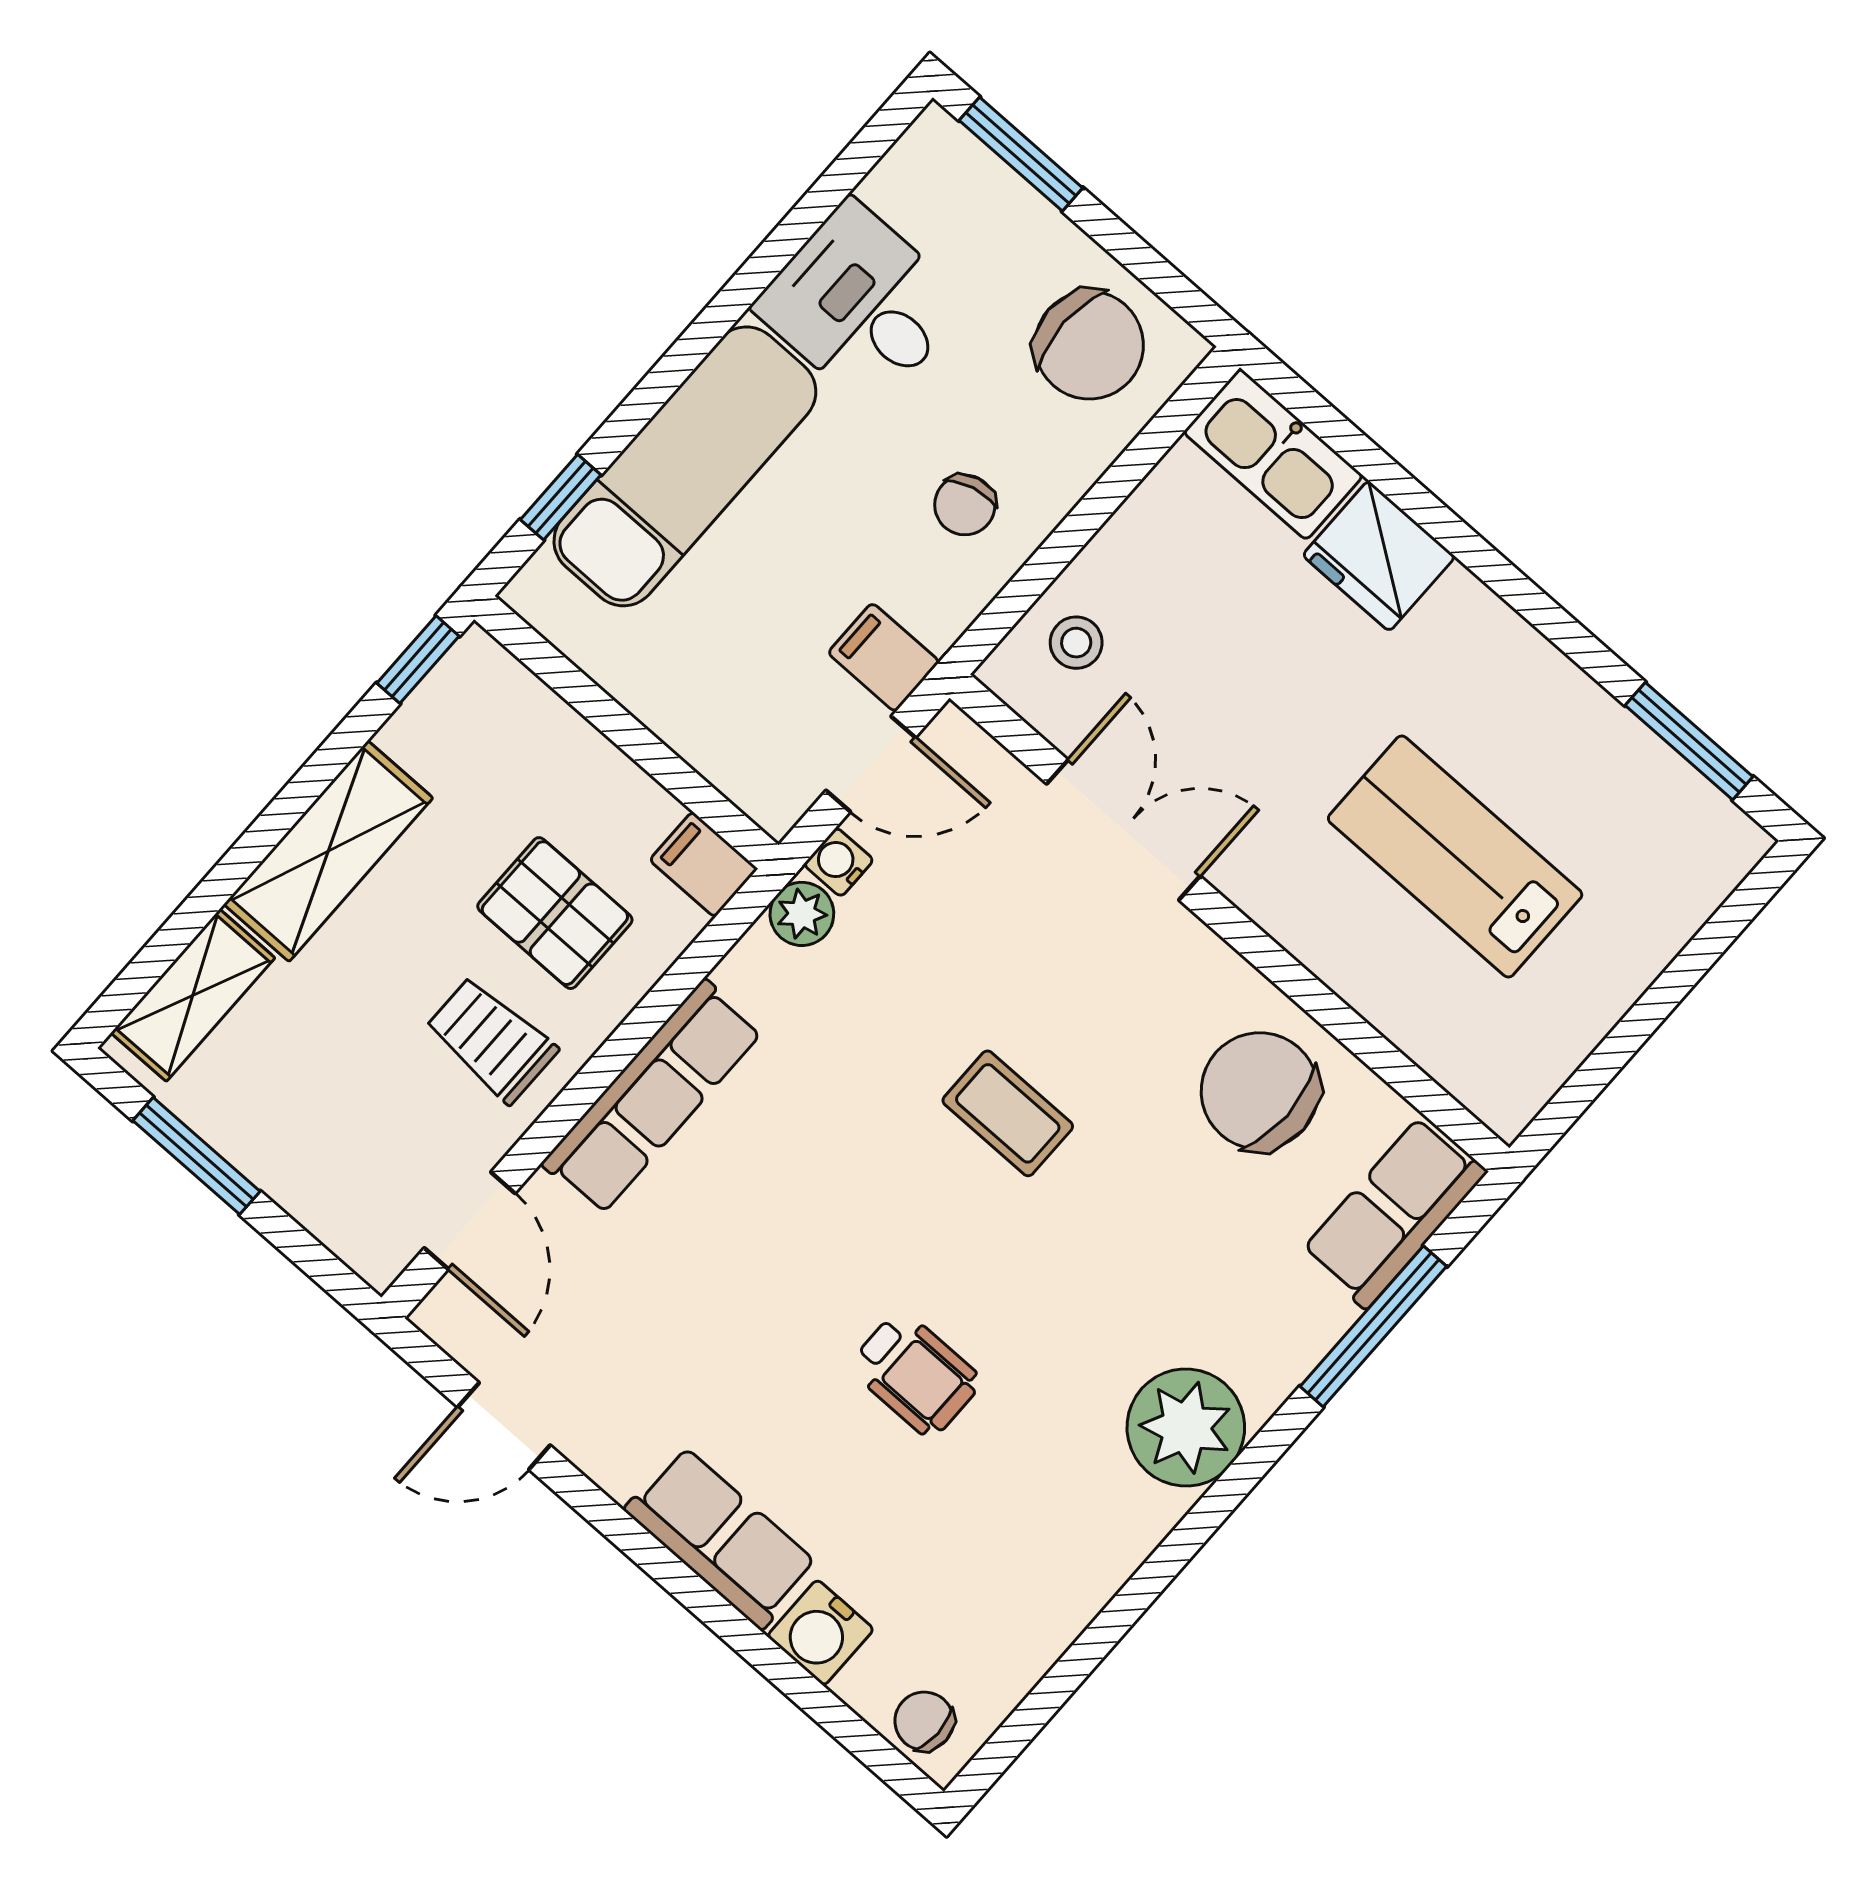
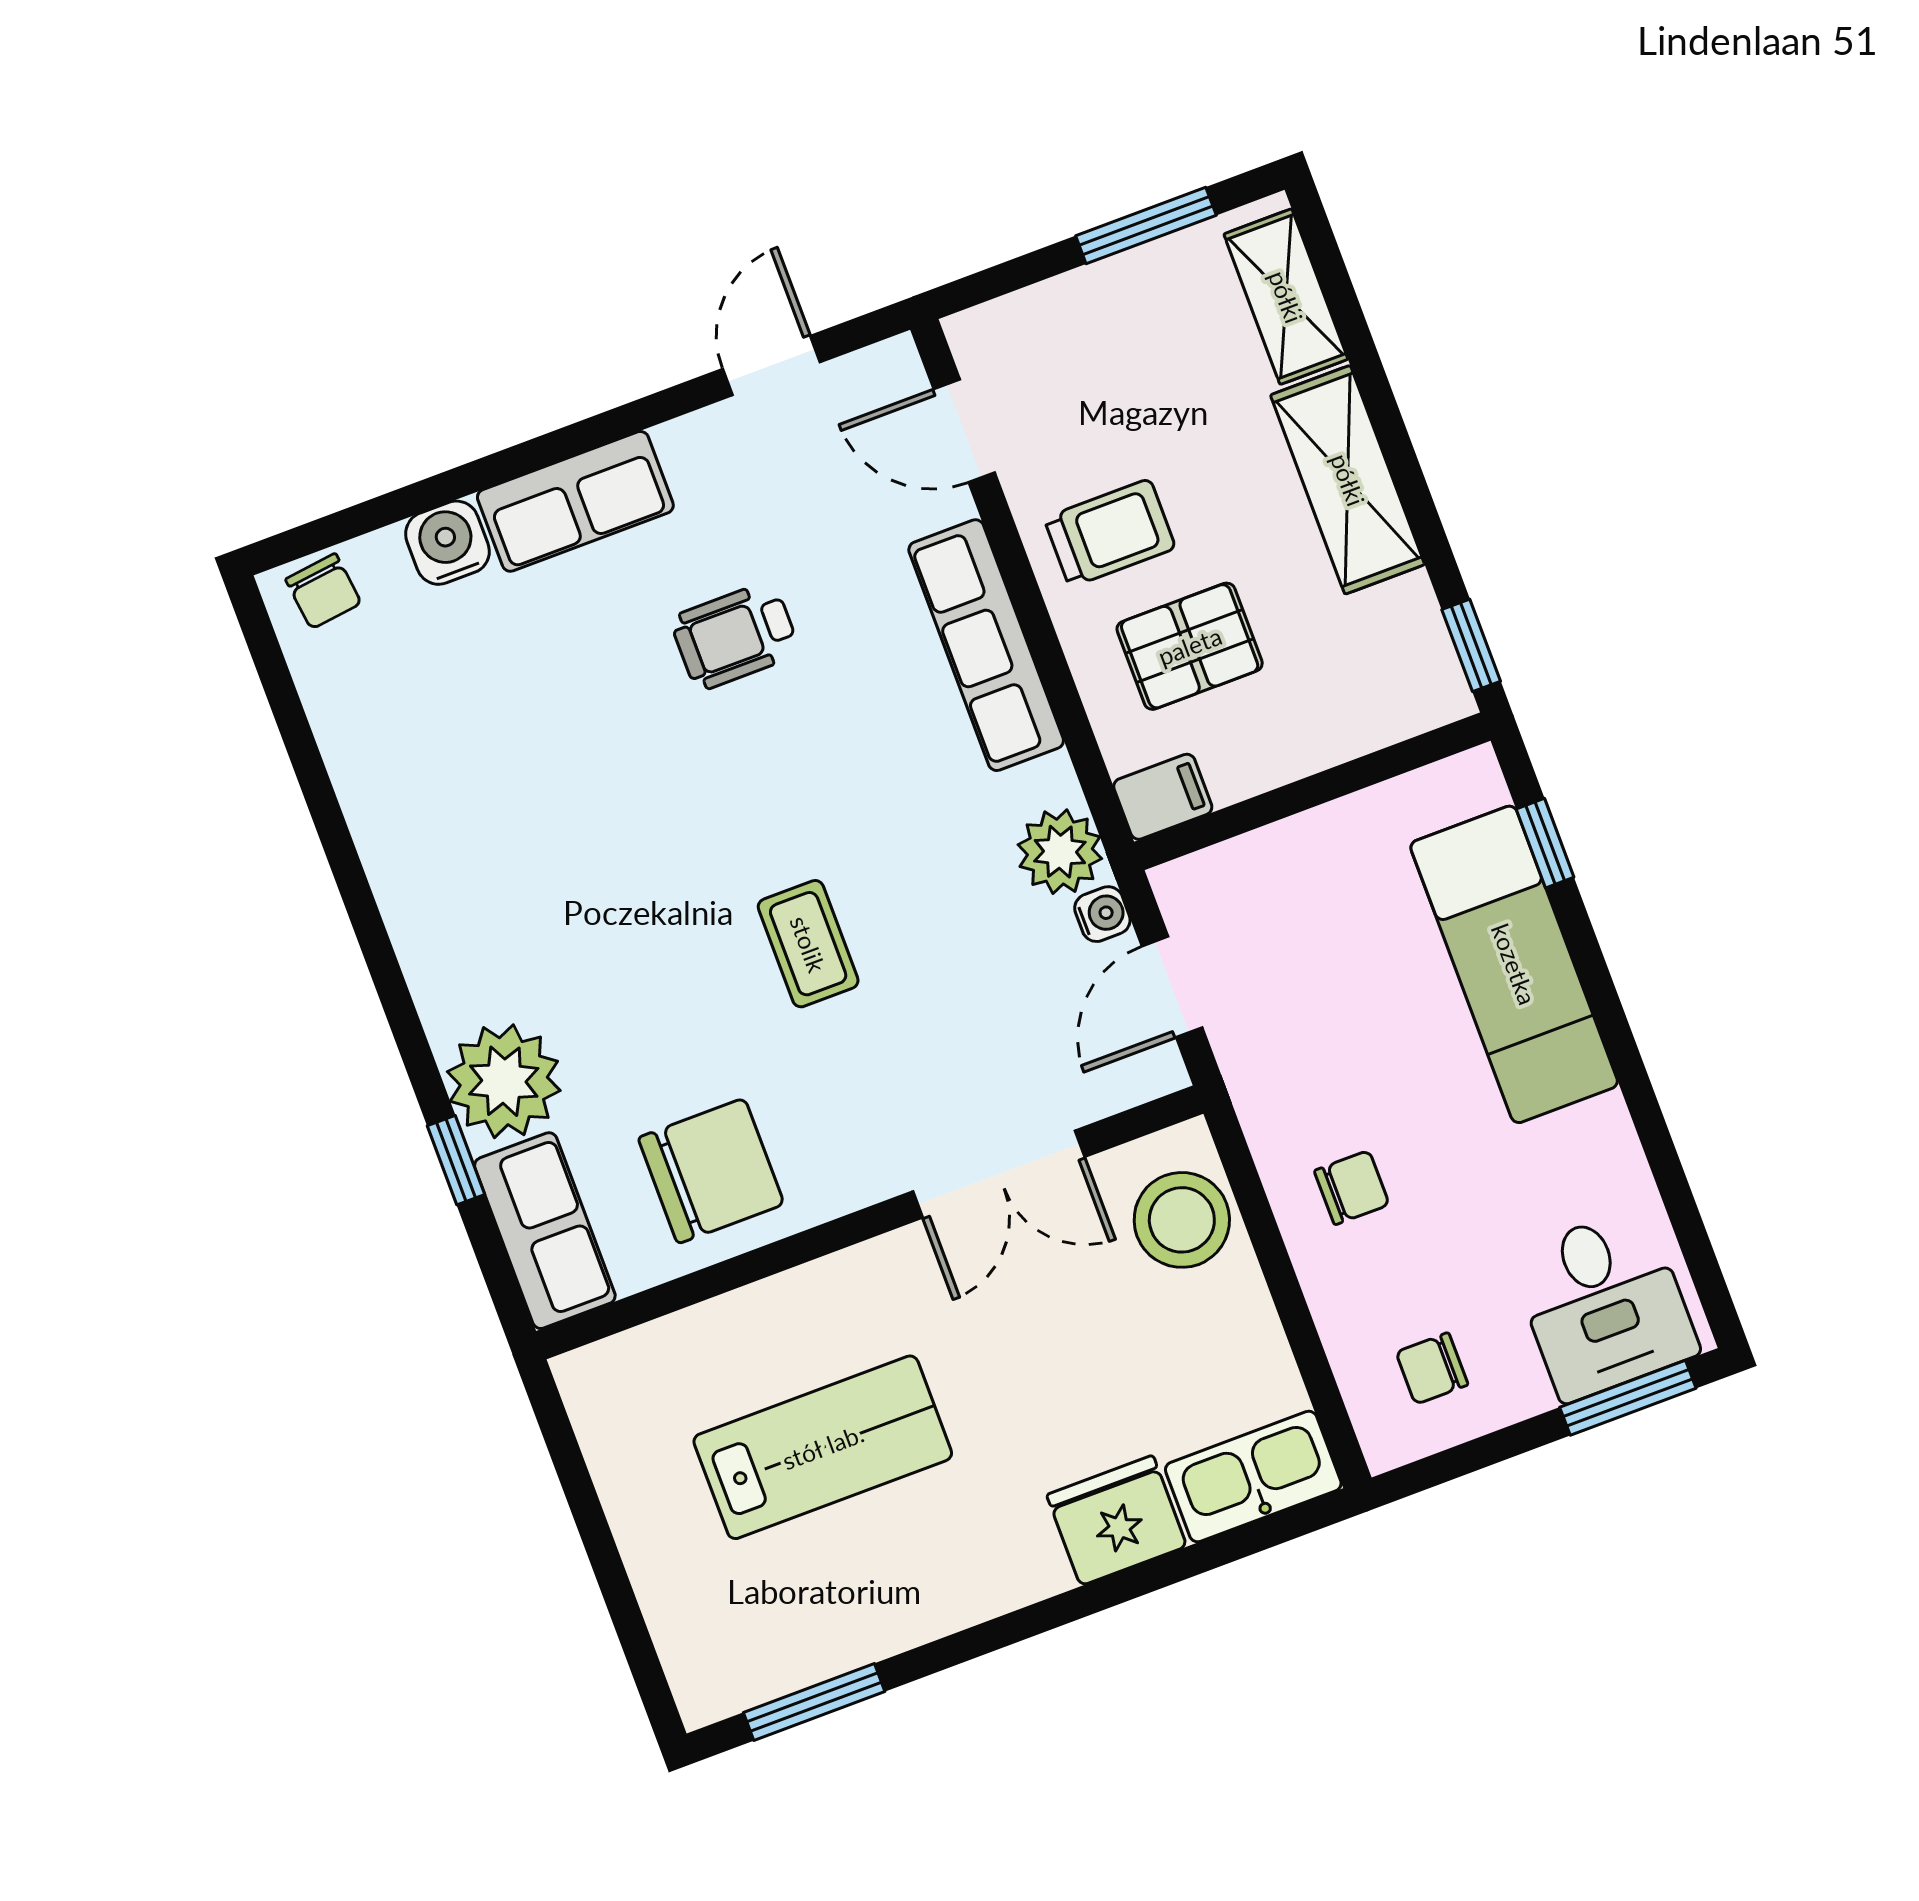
desk: (861, 305) -> (1604, 1304), moved, turned 90
chair: (1089, 345) -> (1432, 1368), width x0.54, depth x0.54
chair: (965, 505) -> (1352, 1188), turned 104
stool: (1076, 643) -> (1182, 1220), width x1.89, depth x1.89
filing cabinet: (884, 657) -> (1258, 1047), removed
plant: (802, 914) -> (1060, 852), width x1.38, depth x1.38
coffee table: (1008, 1113) -> (808, 944), turned 90
window: (1373, 1326) -> (456, 1160), width x0.46
wheelchair: (915, 1374) -> (735, 636), moved
plant: (1186, 1427) -> (504, 1081), moved
chair: (924, 1721) -> (323, 591), turned 83

